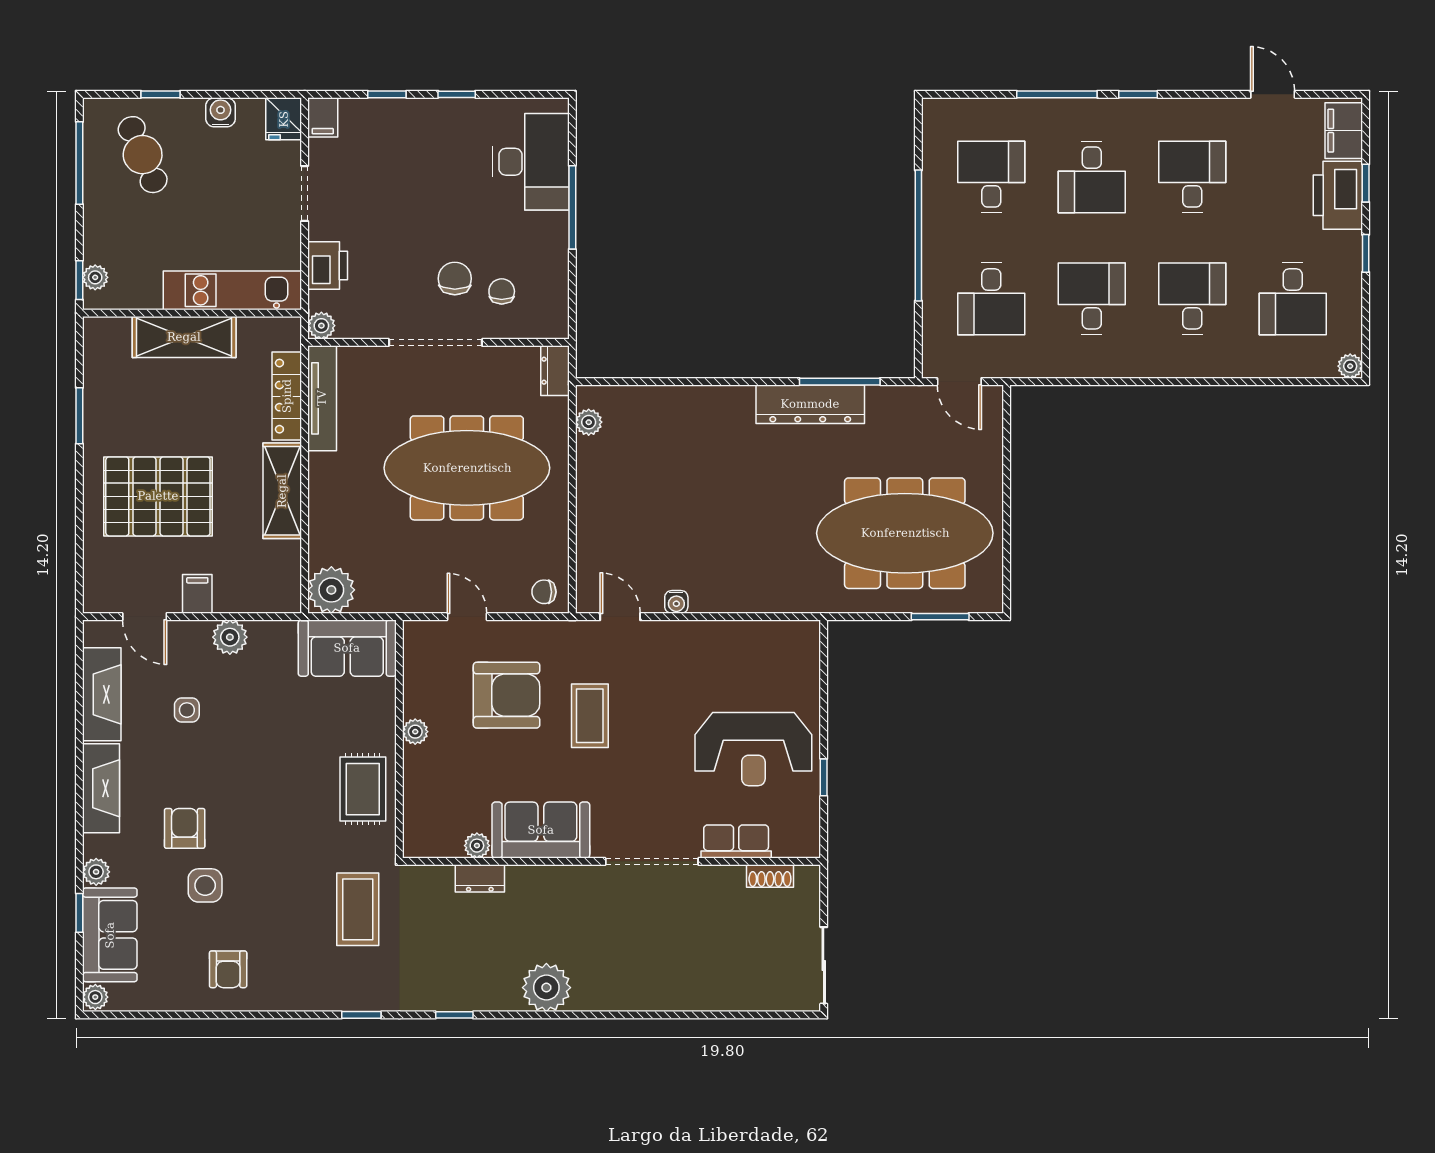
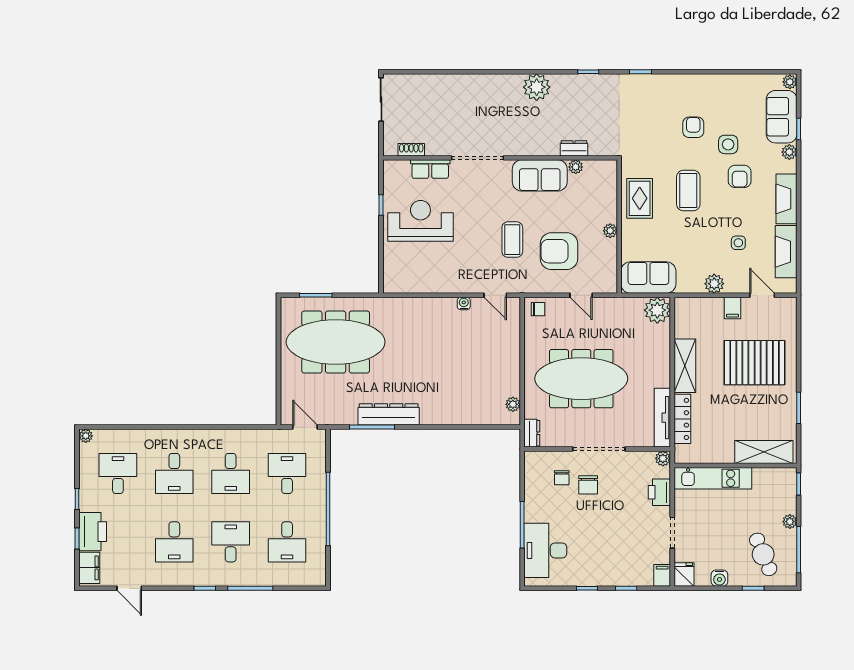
plant: (95, 277) -> (790, 522), moved
shelving: (184, 337) -> (764, 452), moved
coffee table: (358, 909) -> (688, 191), moved
armchair: (228, 969) -> (693, 127), moved

